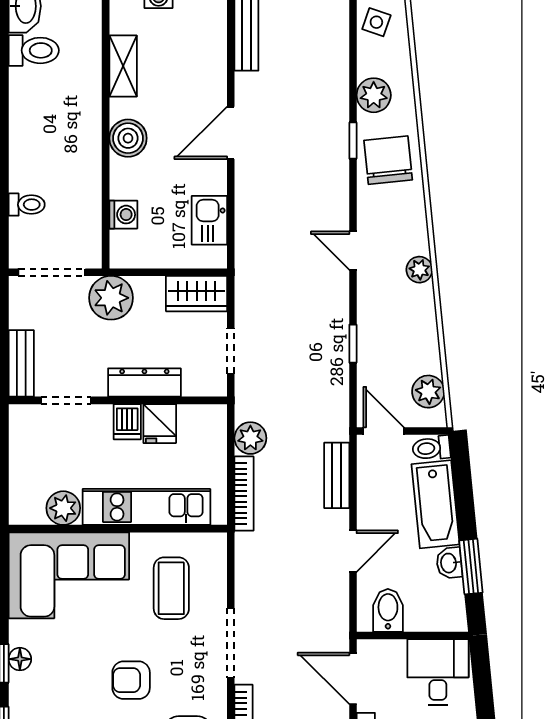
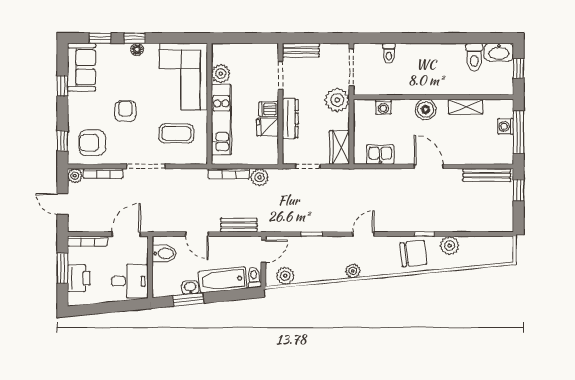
side table: (376, 22) -> (490, 247), removed

